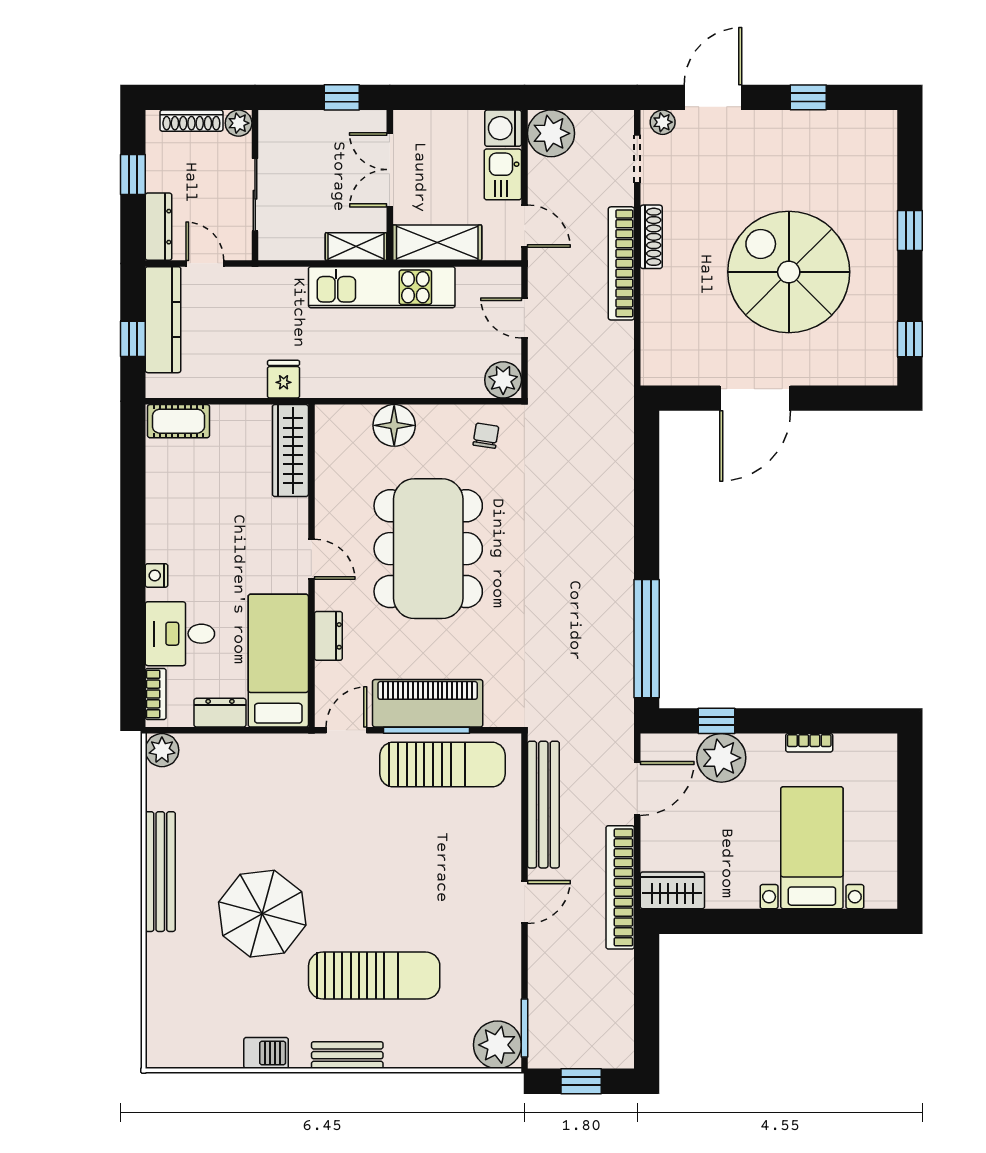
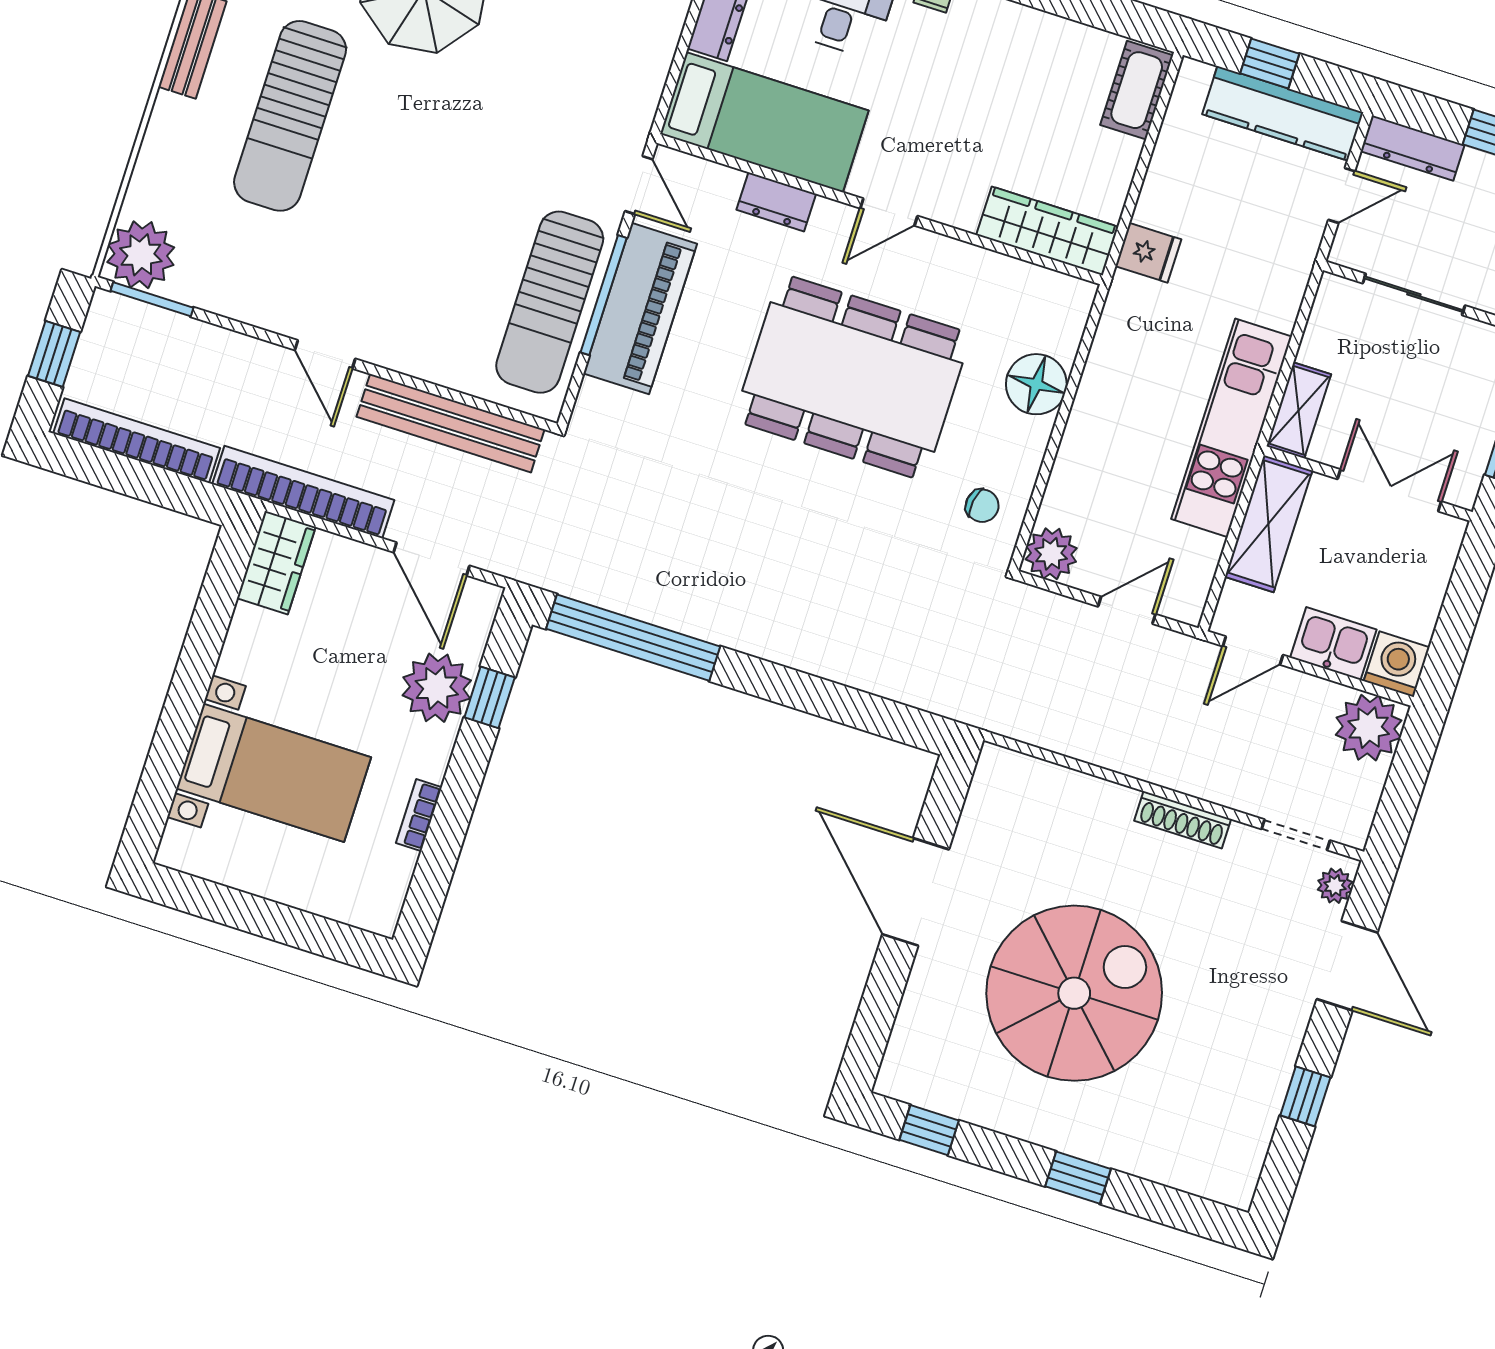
bookcase: (621, 263) -> (137, 441), moved

